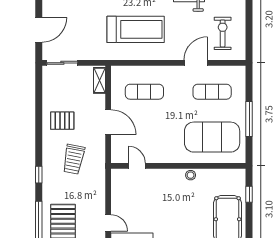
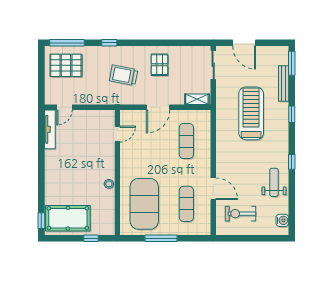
treadmill: (136, 29) -> (251, 113), moved, turned 180
exercise bike: (223, 33) -> (241, 214), turned 180

